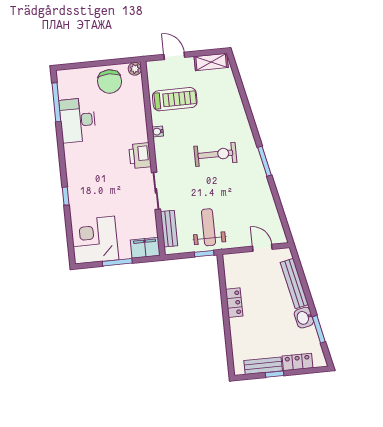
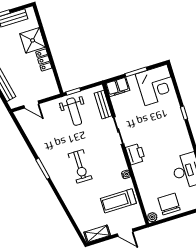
exercise bike: (215, 154) -> (80, 166), turned -90
shower: (244, 331) -> (33, 40), added

